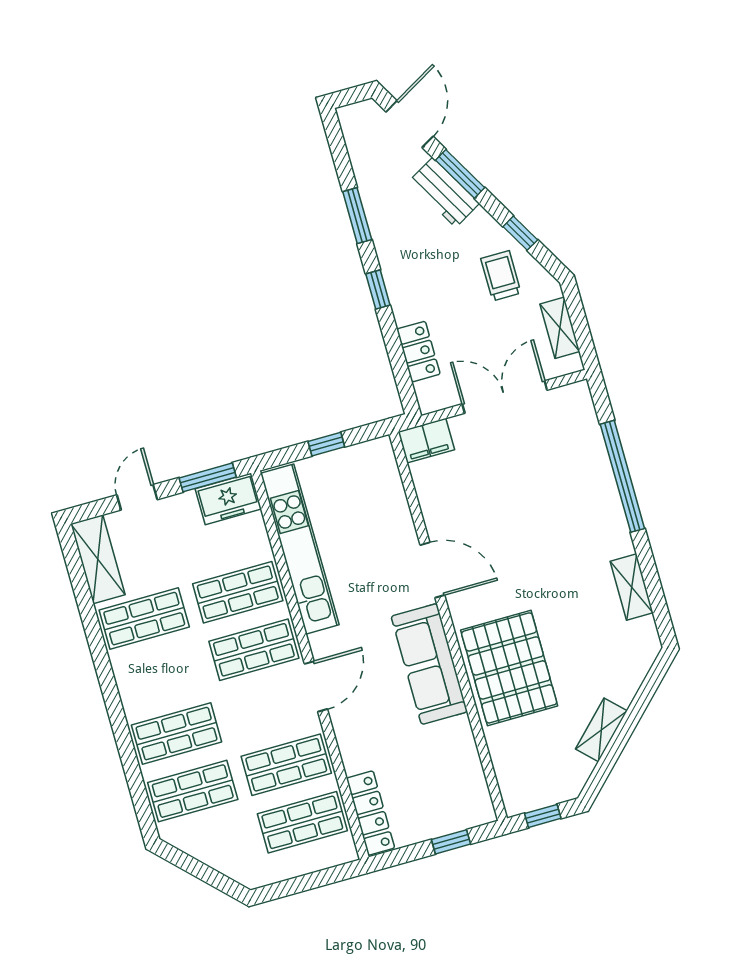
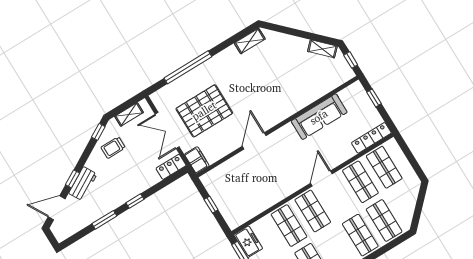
window: (460, 174) -> (73, 179), width x0.67
window: (520, 233) -> (98, 132), moved
locker: (418, 352) -> (171, 167), moved
kitchen unit: (300, 549) -> (262, 203), removed
shelving: (632, 587) -> (250, 41), moved
sofa: (429, 664) -> (319, 117), moved
pallet: (509, 668) -> (204, 111), moved
door: (316, 686) -> (321, 178), hinge flipped
shelving: (601, 730) -> (322, 49), moved

